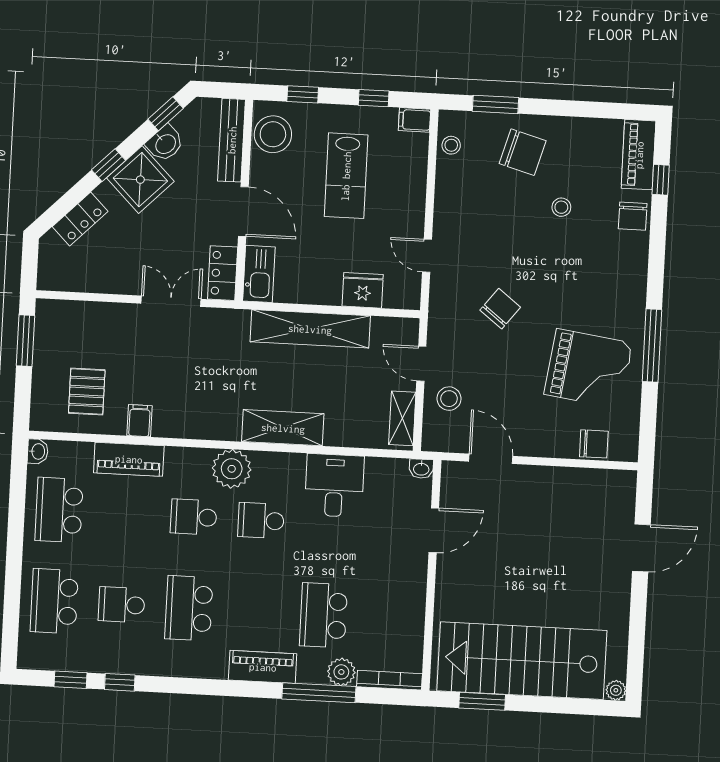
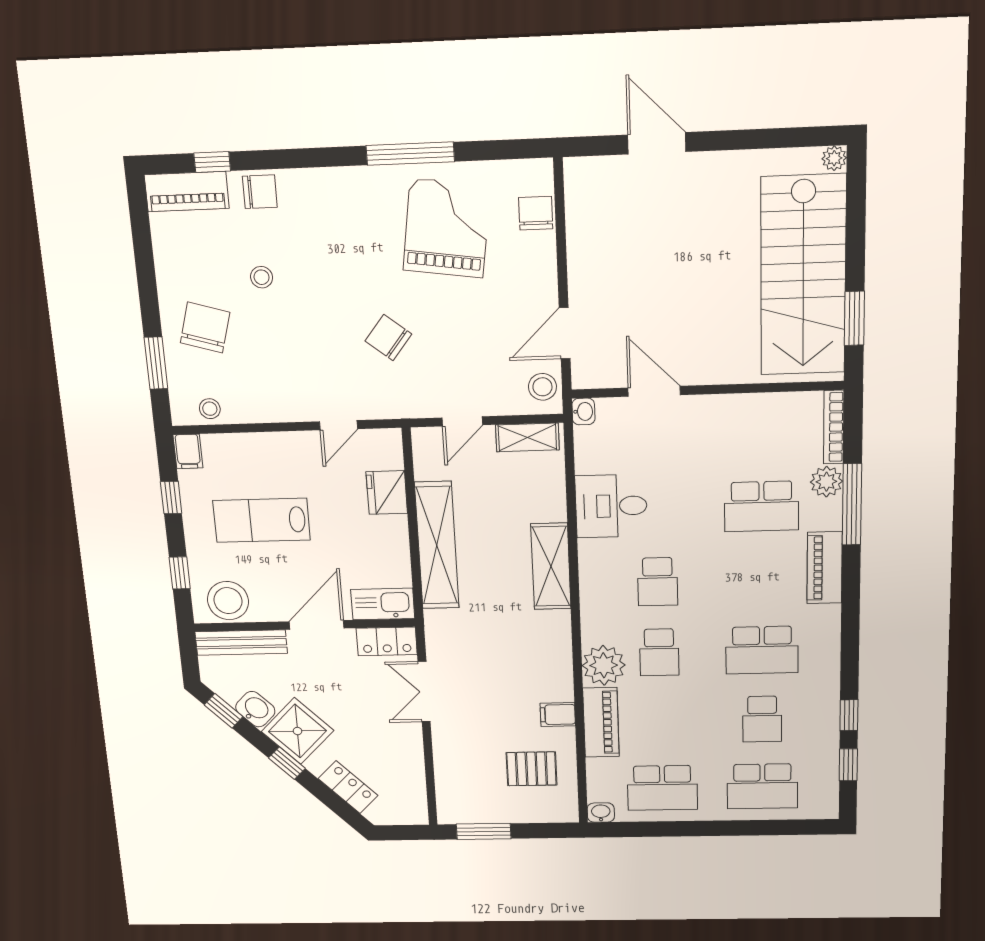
lab bench: (346, 176) -> (262, 520), turned 180
stool: (449, 399) -> (542, 387), moved
plant: (232, 469) -> (604, 665), moved

